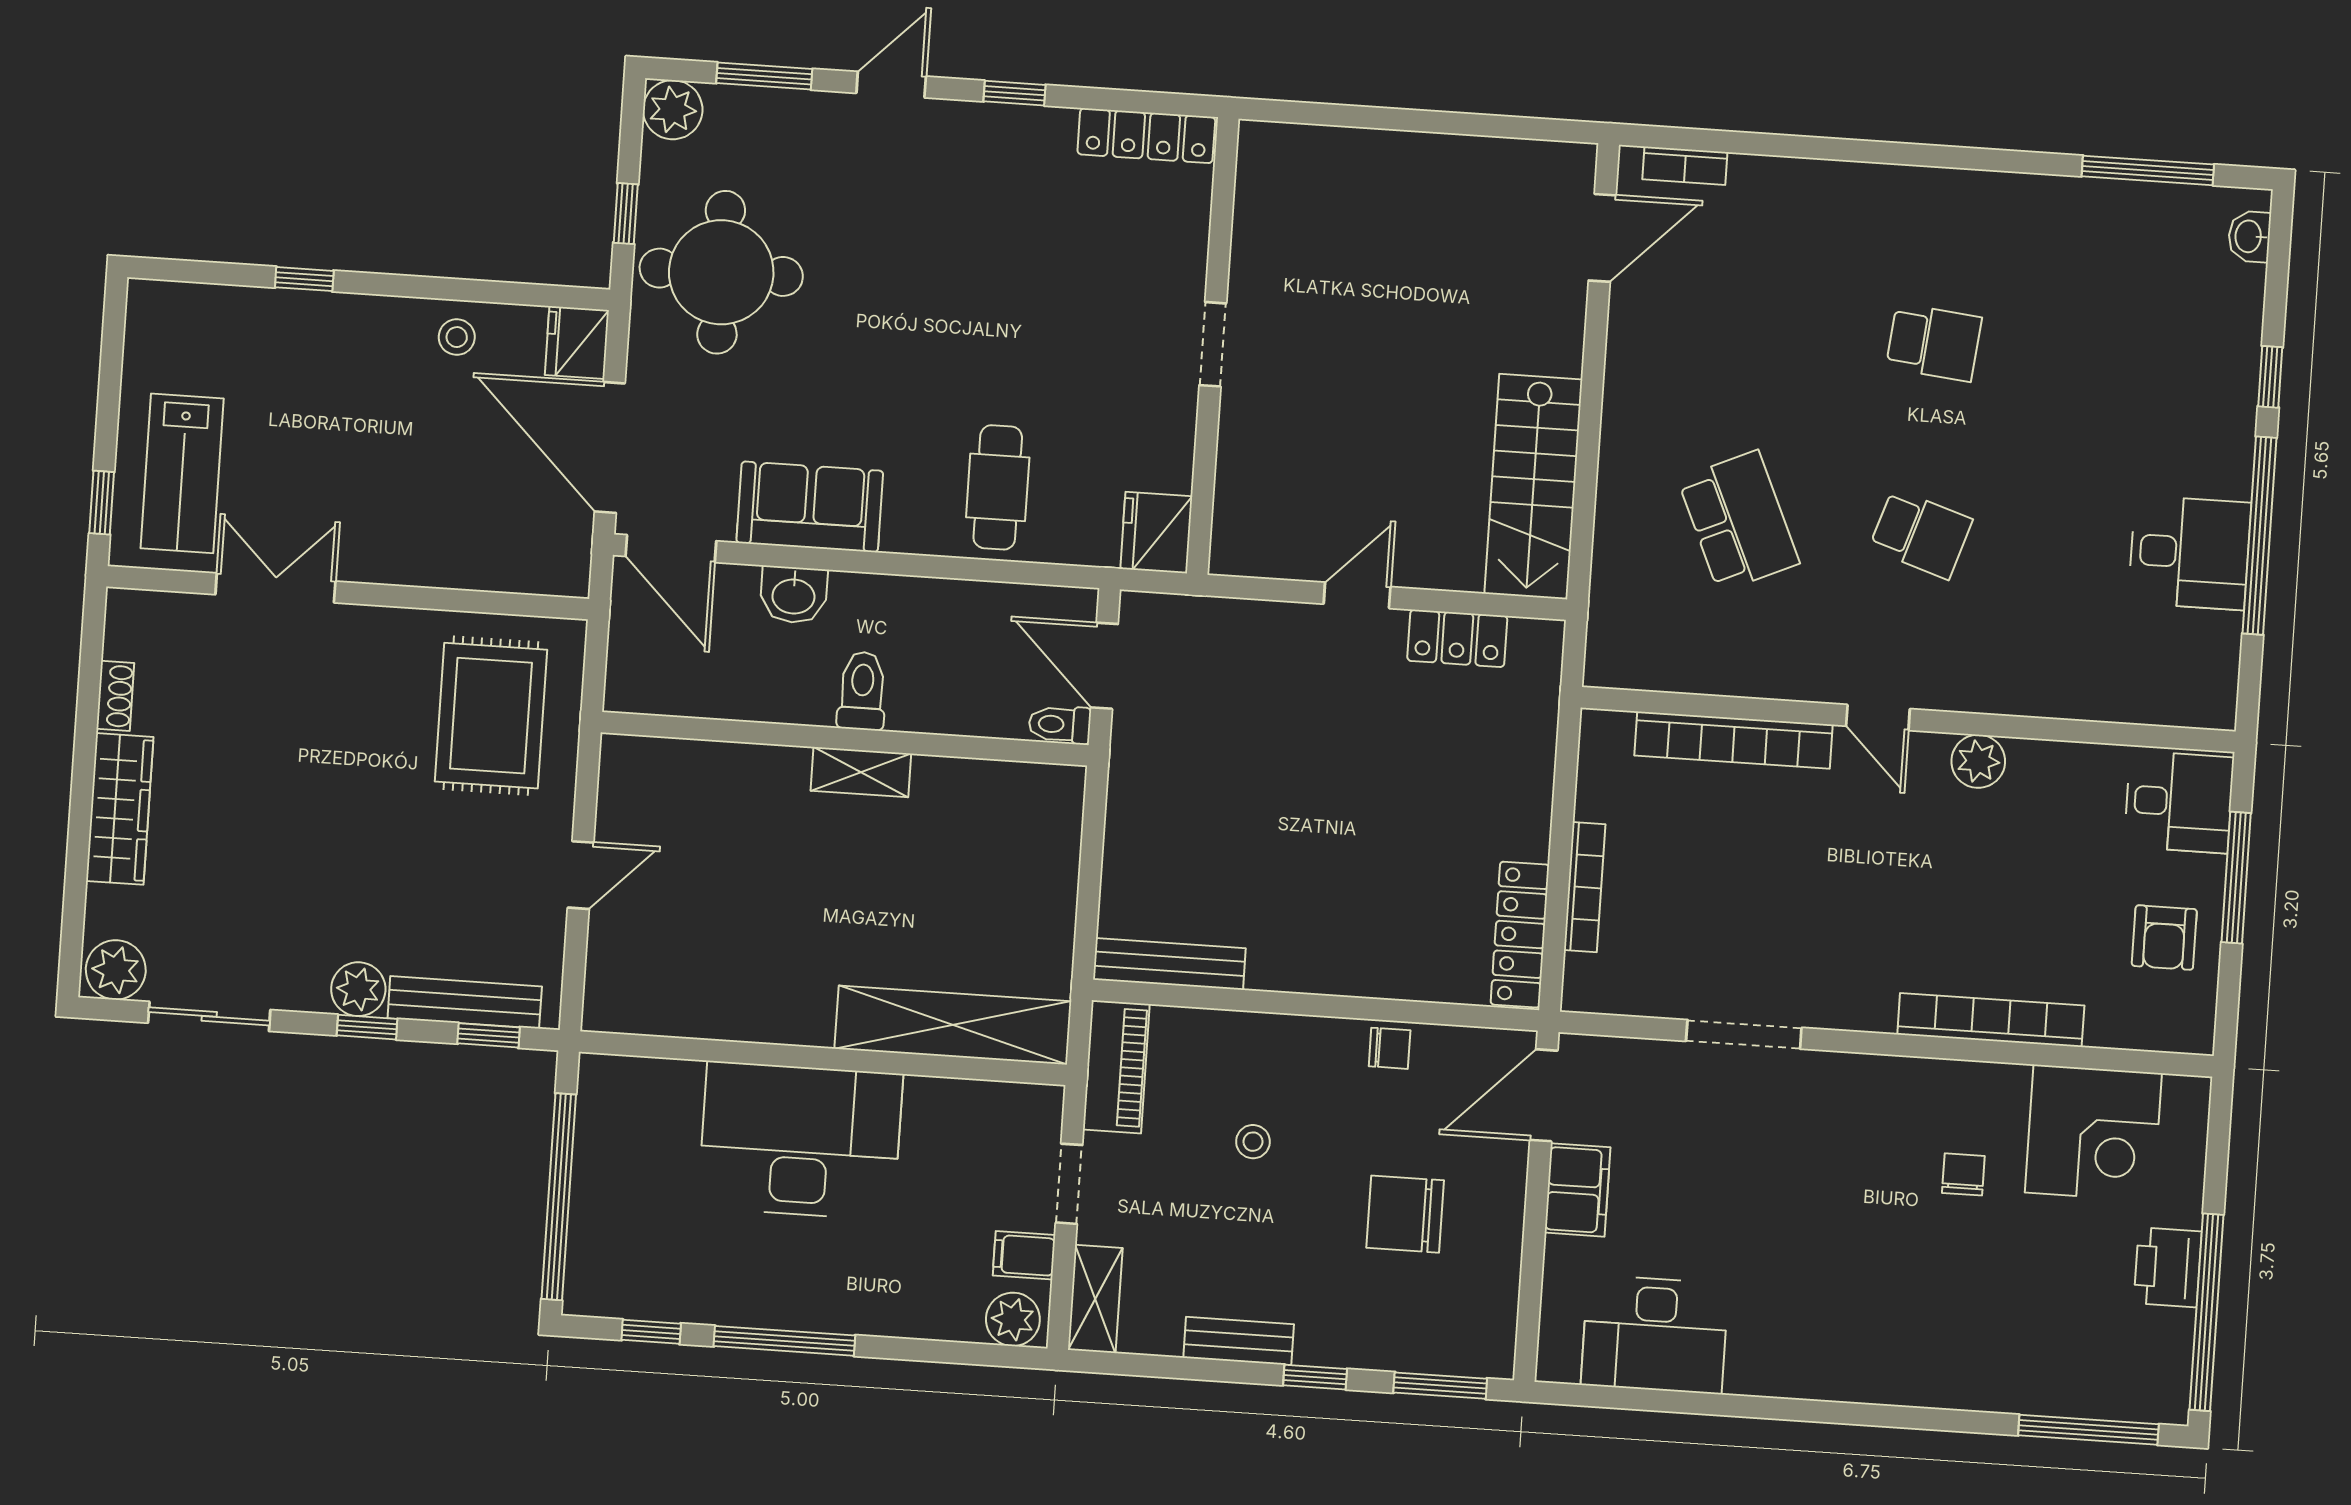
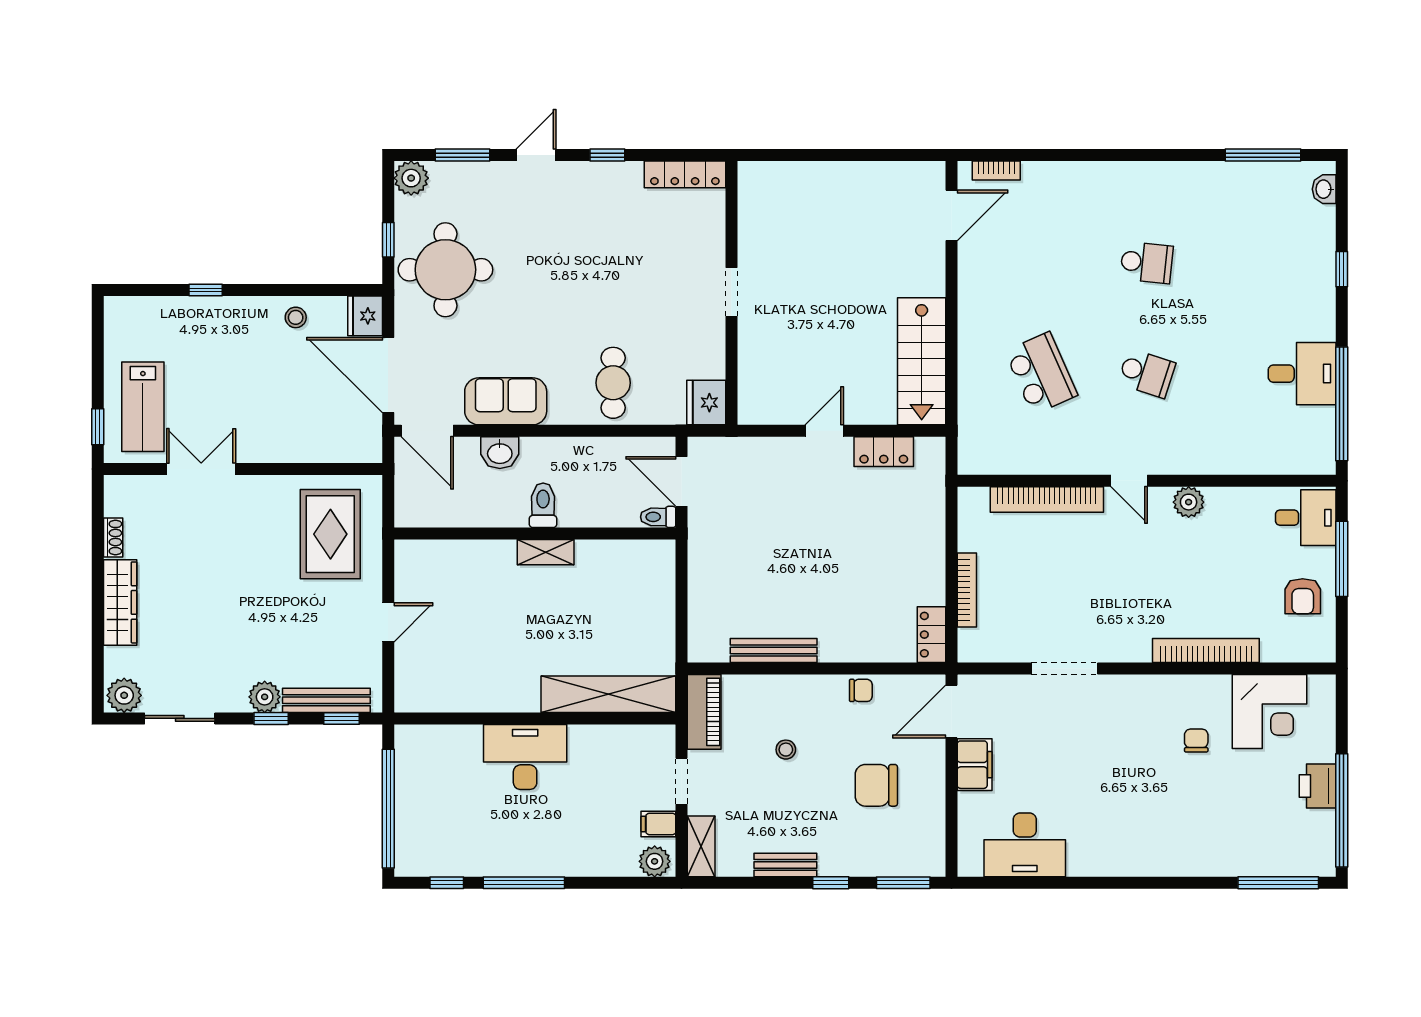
window: (2259, 536) -> (1342, 404), moved
locker: (1520, 935) -> (931, 635), width x0.66
bench: (1169, 964) -> (774, 651), moved
desk: (800, 1141) -> (525, 757), width x0.73, depth x0.77

